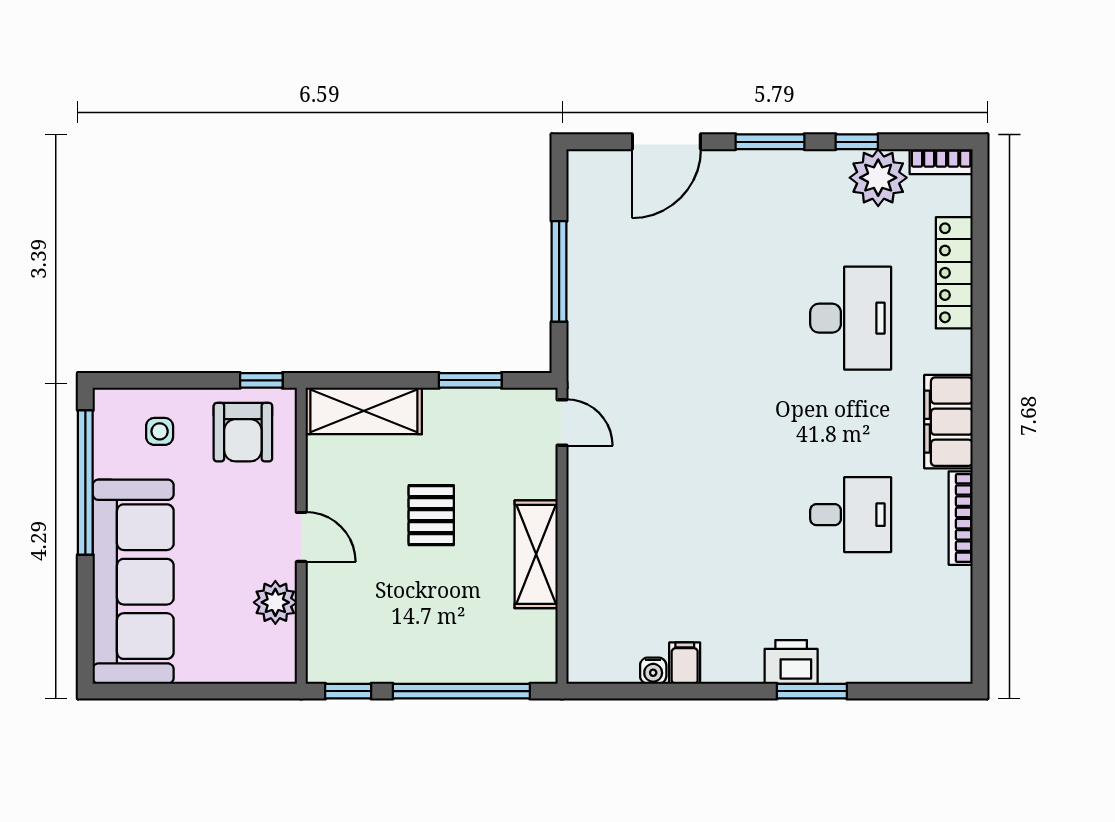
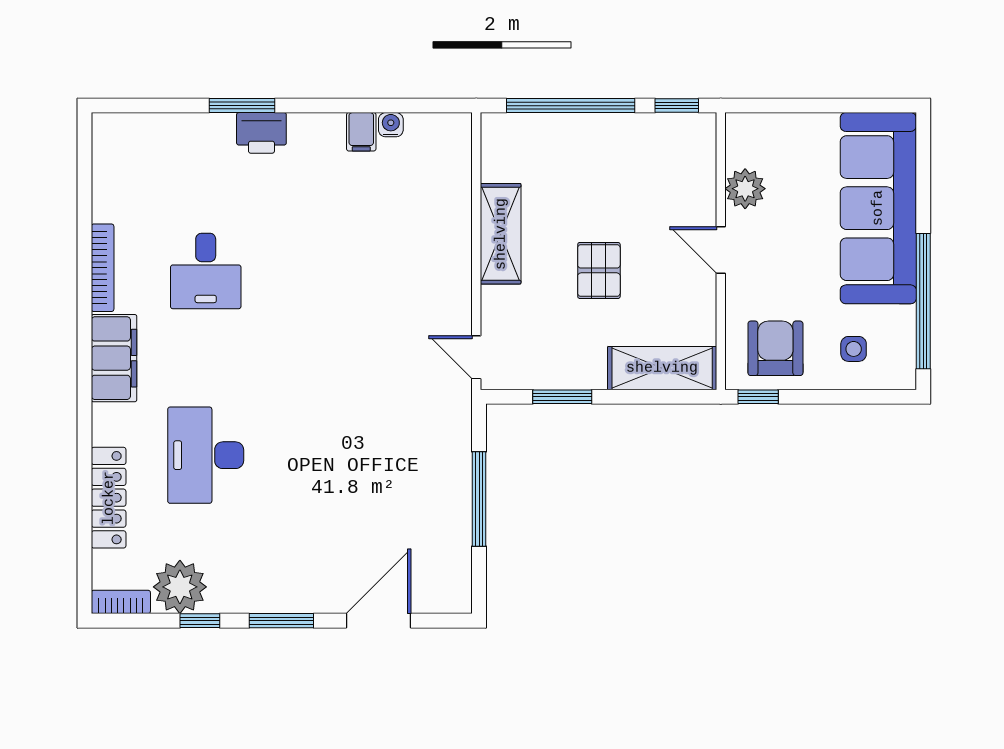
desk: (851, 515) -> (206, 271), turned -90

